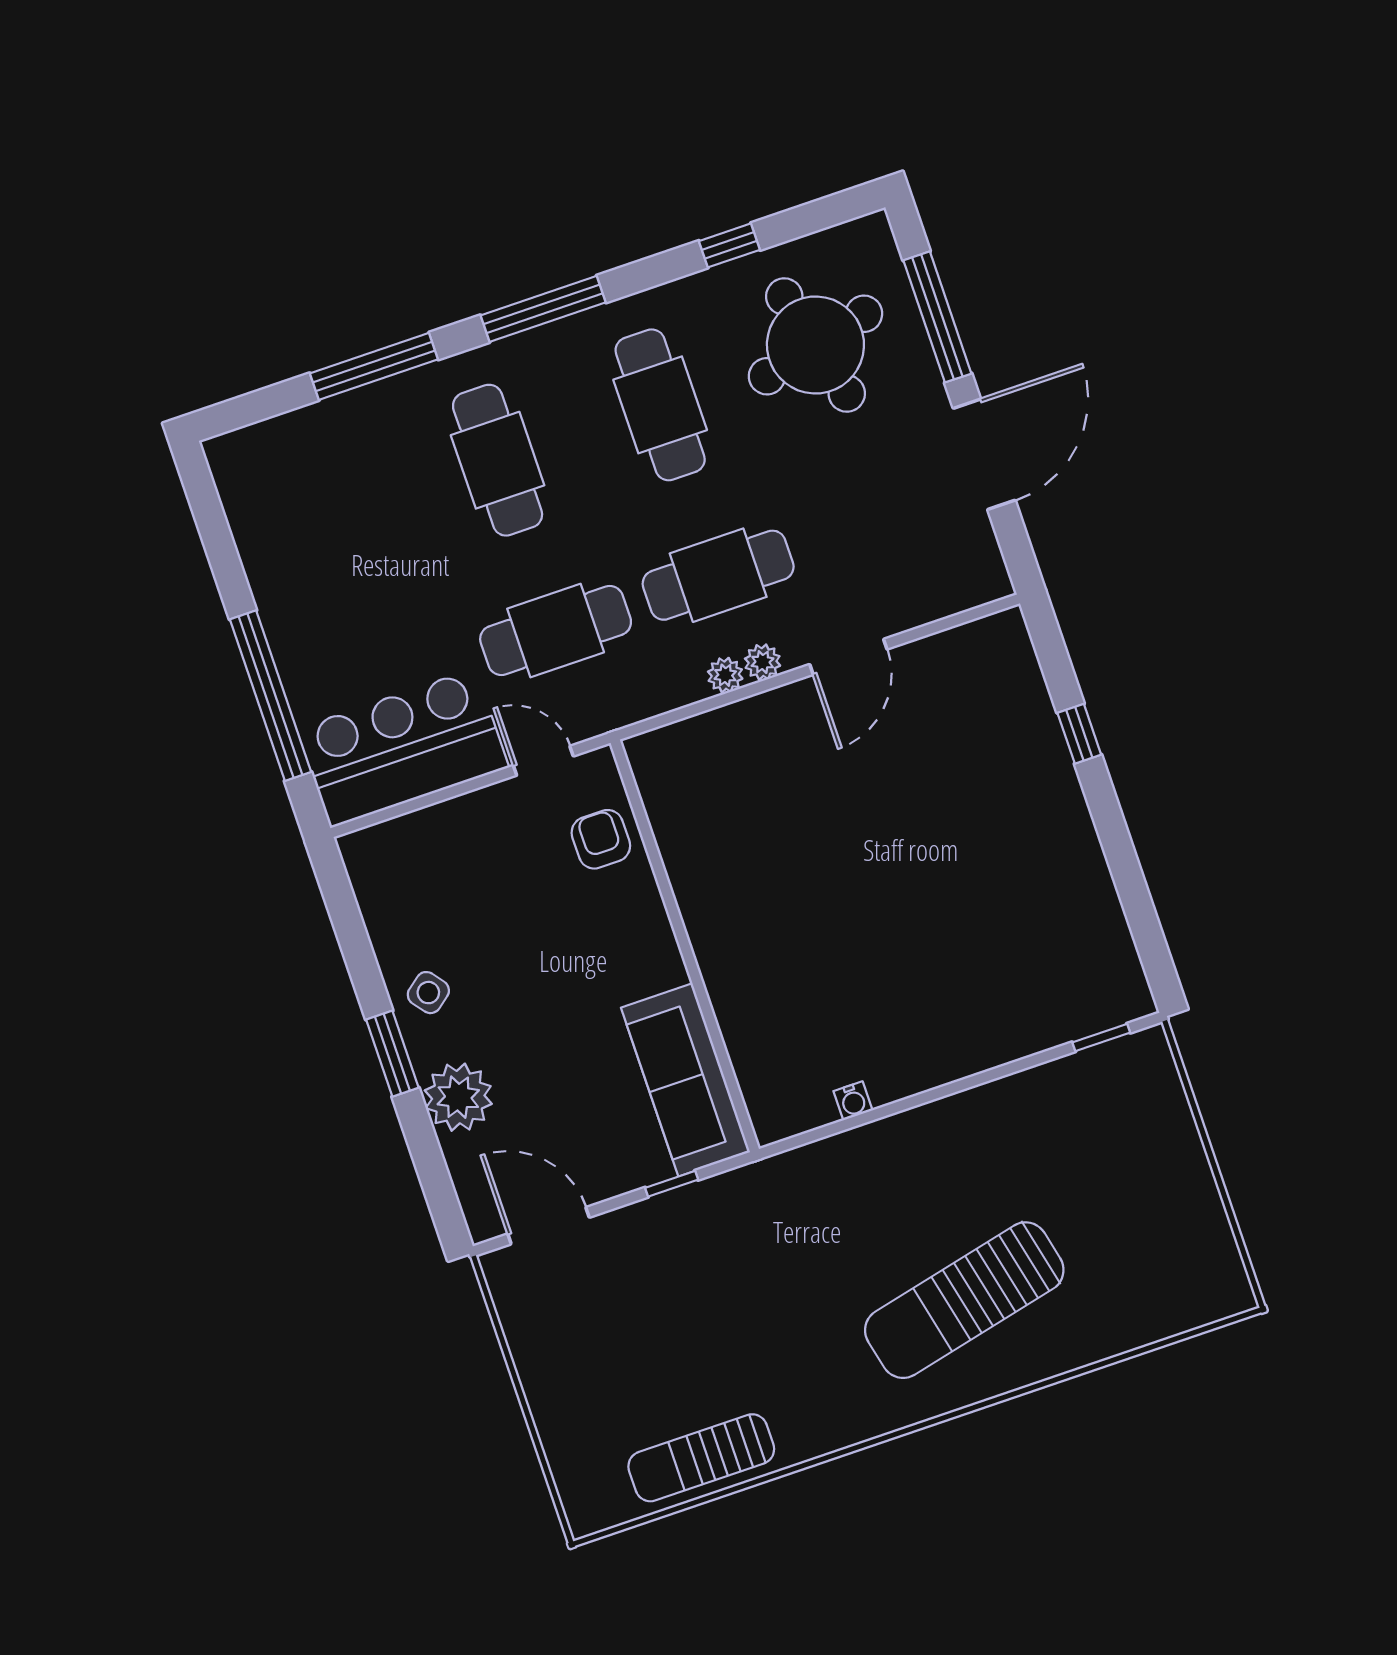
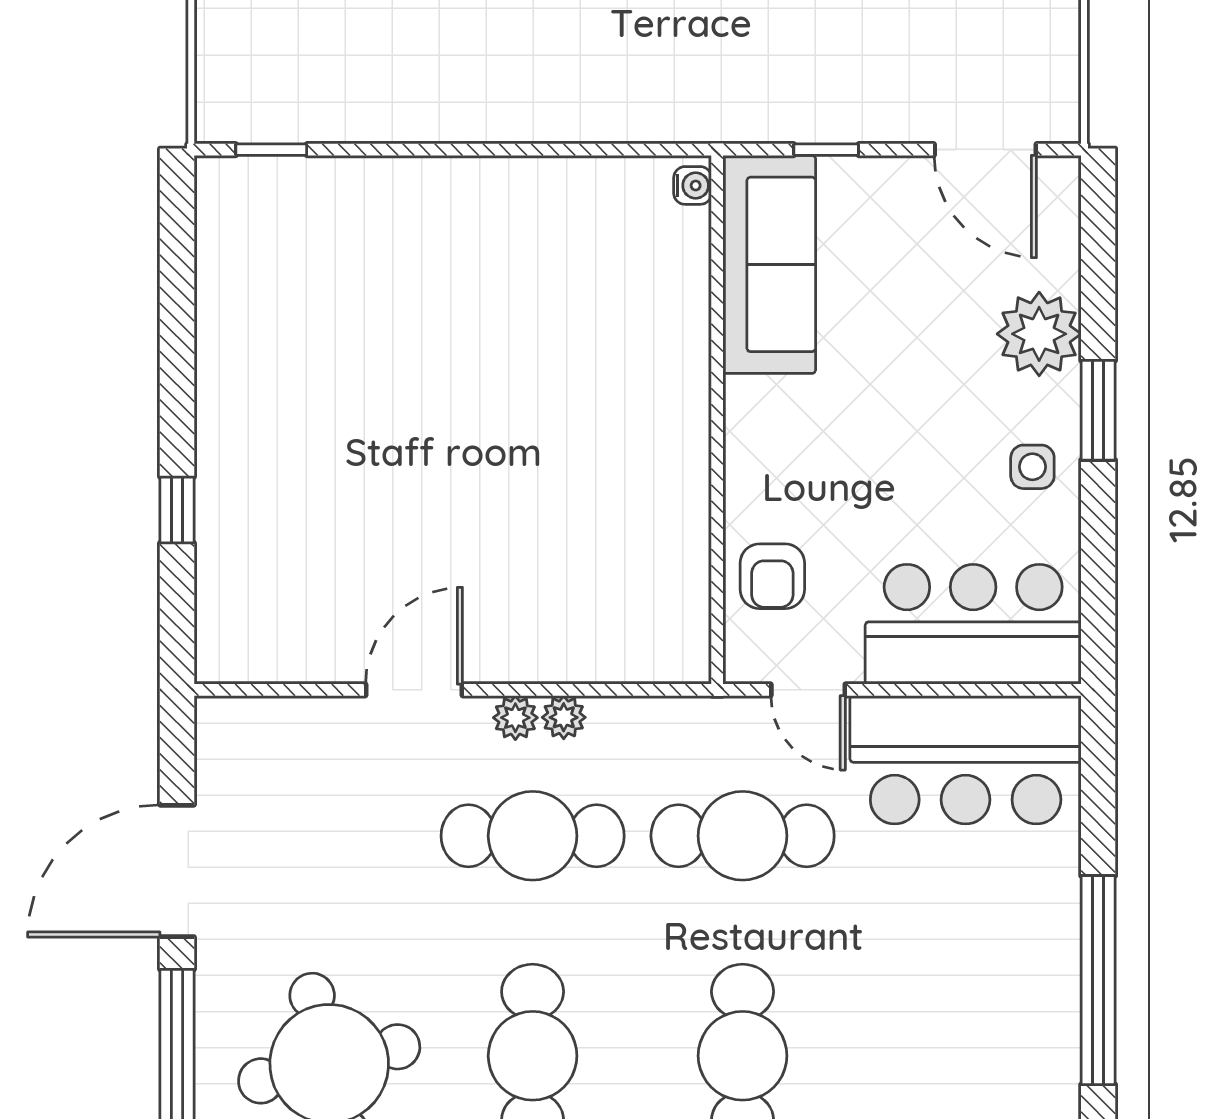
window: (270, 696) -> (1098, 980), moved
bar counter: (433, 855) -> (973, 624), added
side table: (428, 993) -> (1032, 467), turned 38
water cooler: (853, 1101) -> (693, 185), moved, turned 90

